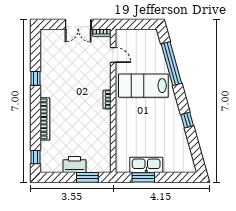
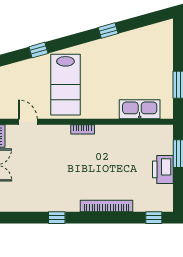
door: (113, 55) -> (28, 122), hinge flipped
window: (171, 64) -> (38, 50), width x0.32
kitchen sink: (146, 165) -> (140, 109), moved, turned 90

